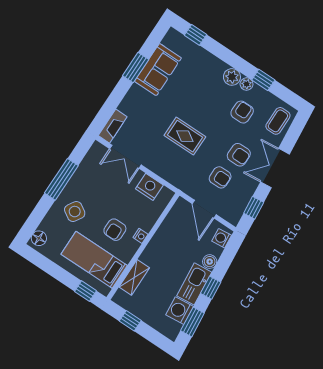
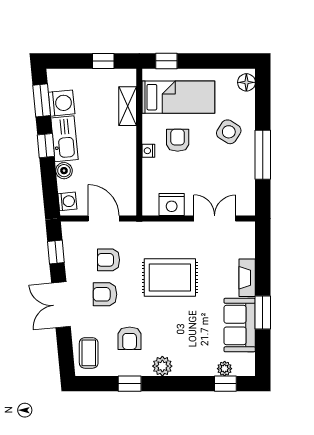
plant: (247, 84) -> (225, 369), moved
fireplace: (113, 126) -> (247, 278), moved
rug: (185, 136) -> (170, 277), width x1.36, depth x1.43
double door: (275, 168) -> (61, 305), swing flipped

